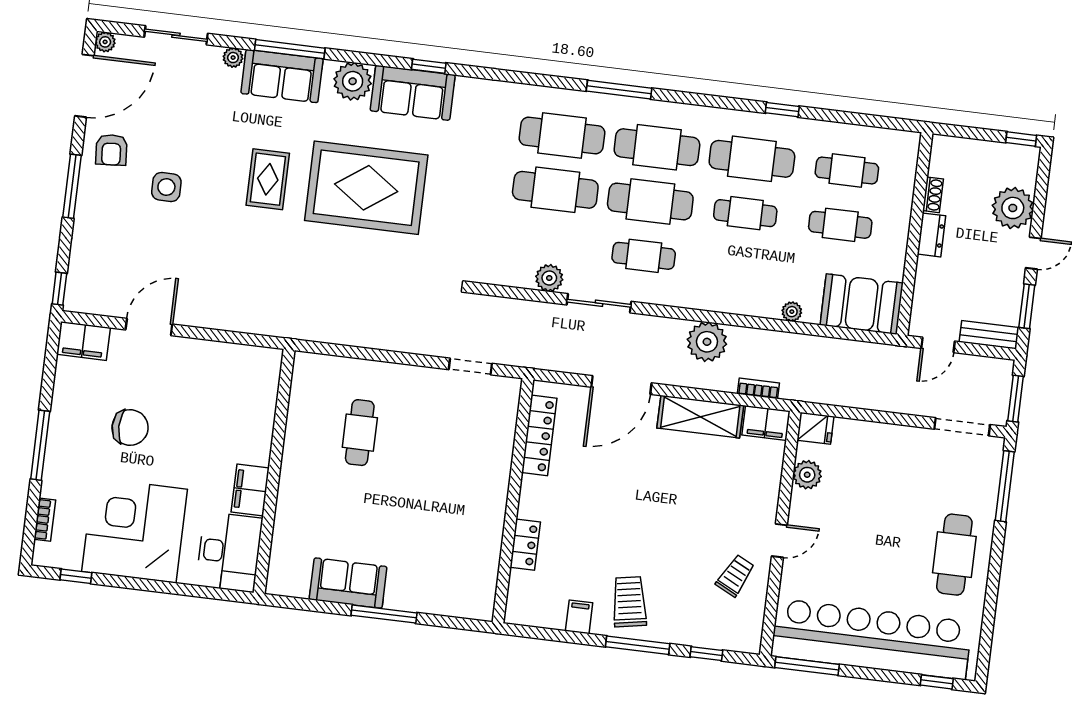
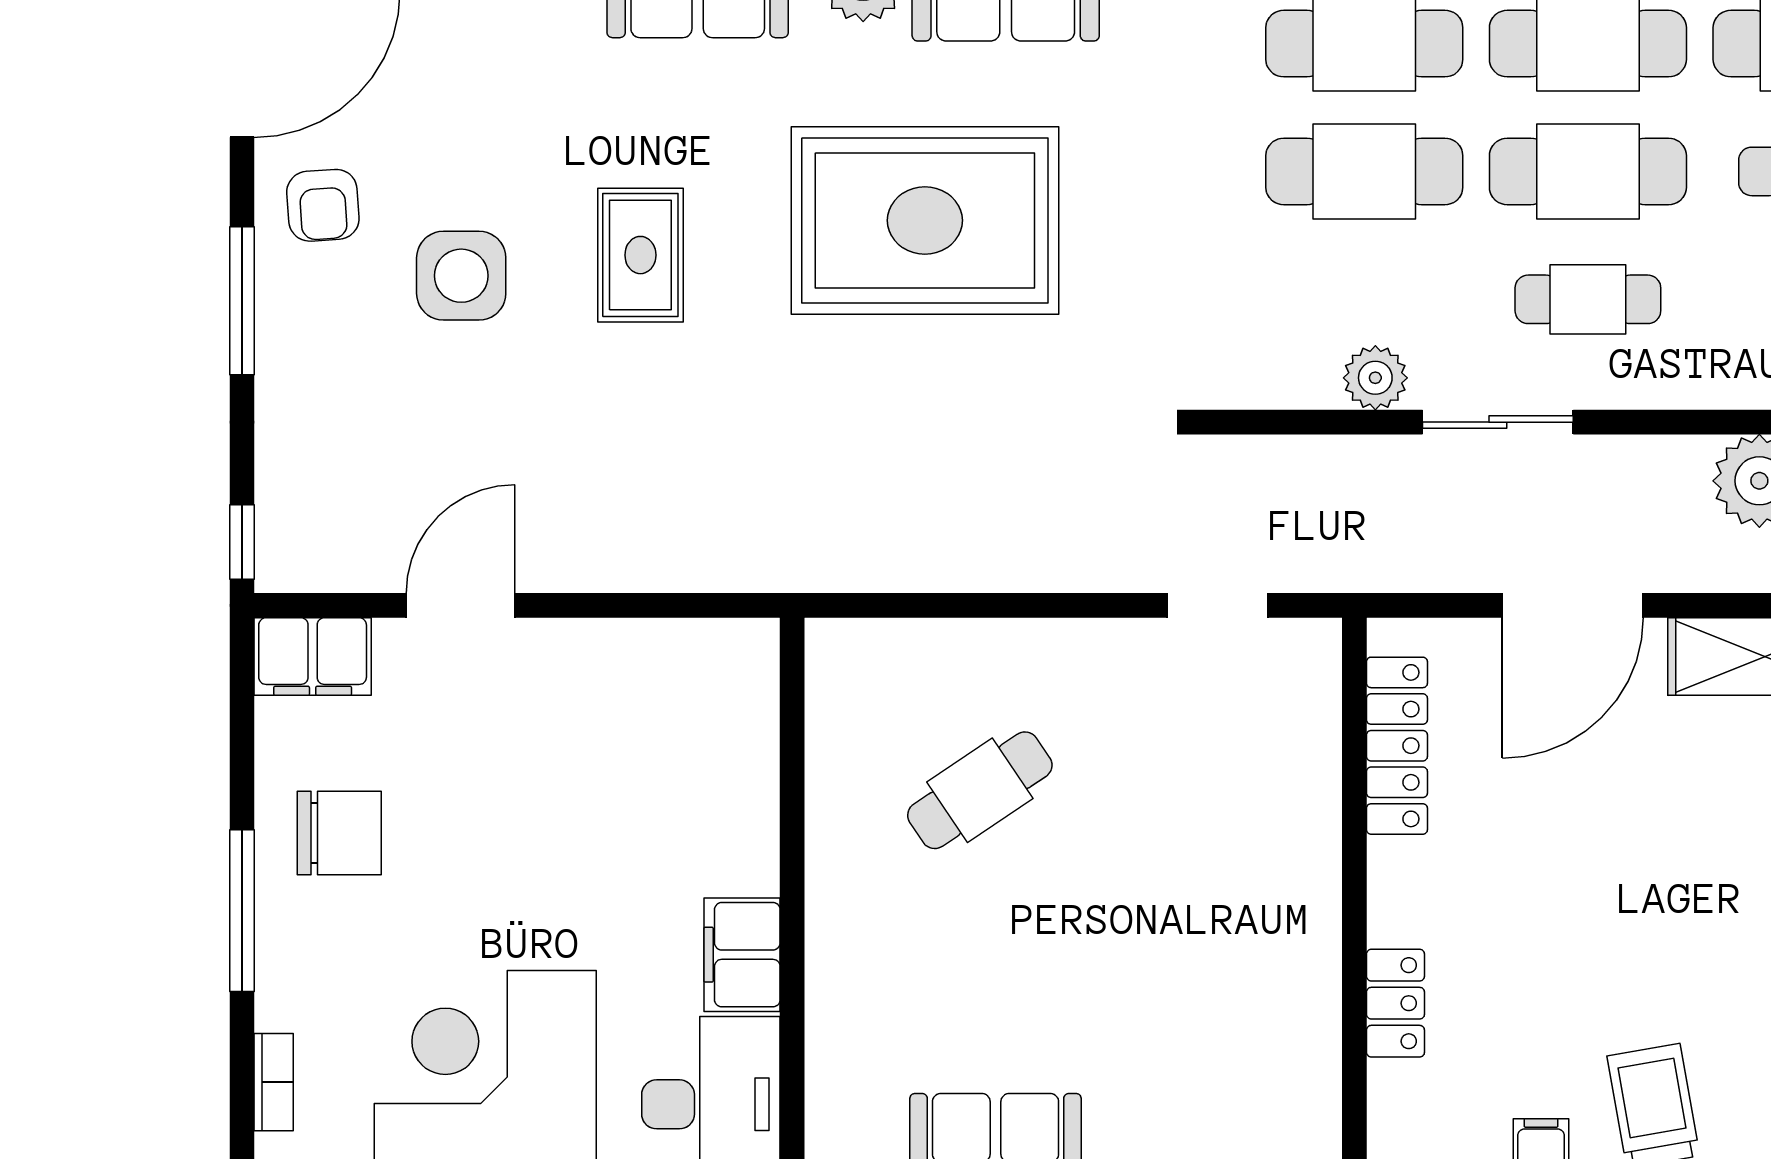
rug: (268, 179) -> (640, 255), moved
side table: (166, 187) -> (461, 276), width x1.37, depth x1.37
chair: (130, 428) -> (339, 833), moved
cafe table: (360, 433) -> (980, 790), turned 56

